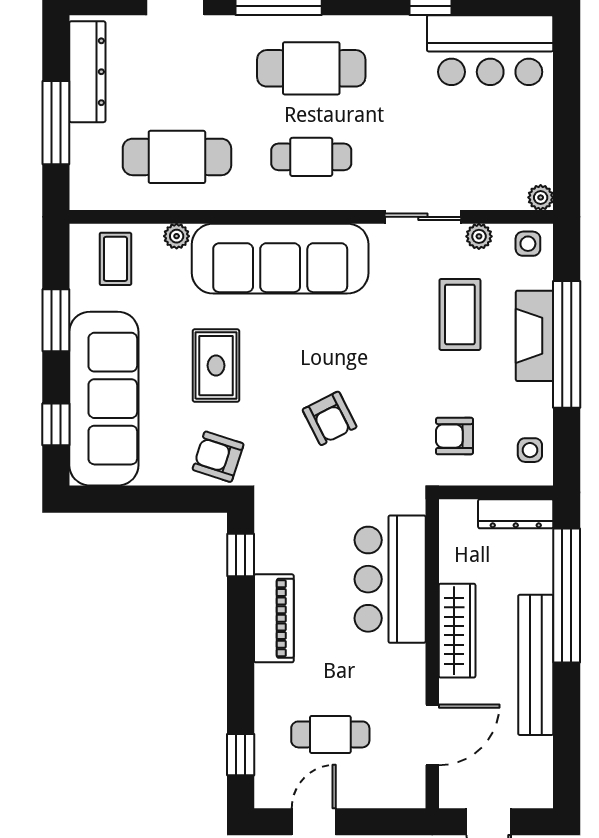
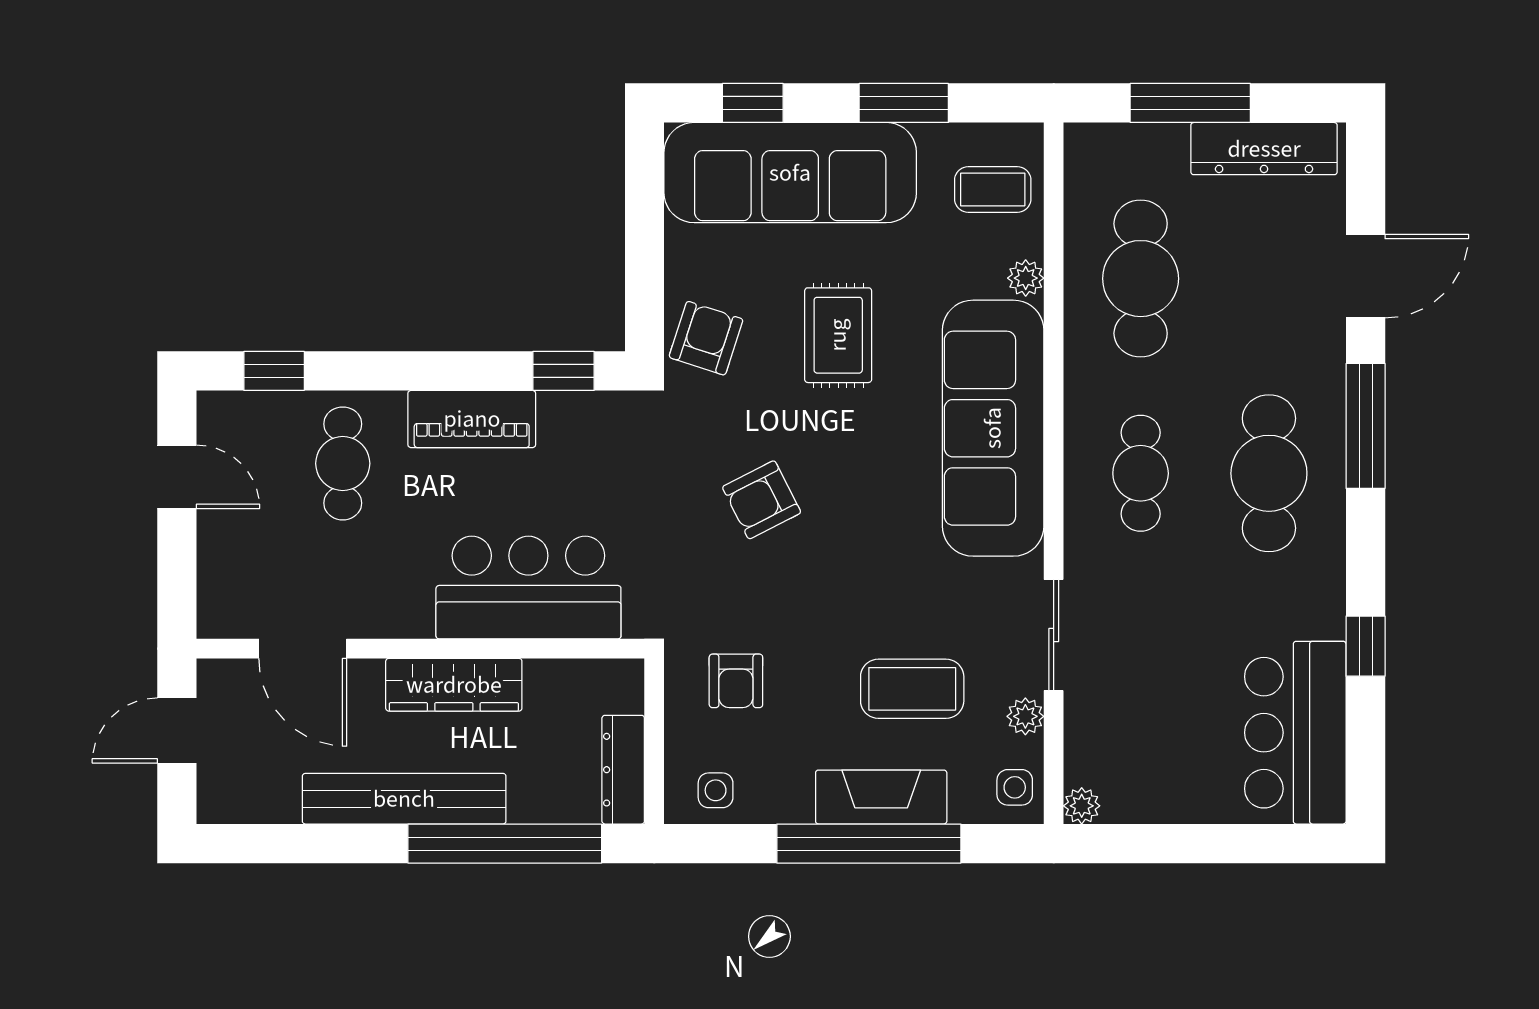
rug: (216, 366) -> (838, 335), turned 90
armchair: (454, 436) -> (736, 681), turned 180
cafe table: (330, 734) -> (343, 463), moved

